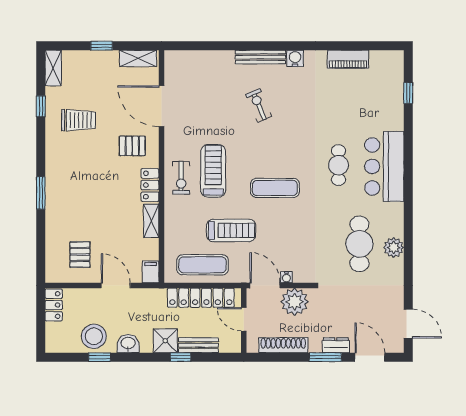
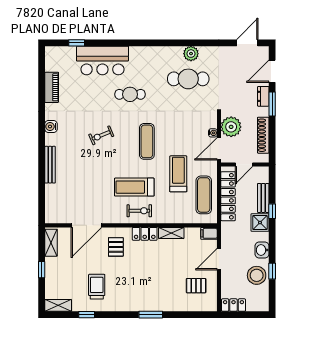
bench: (260, 57) -> (50, 165), moved
exercise bike: (259, 105) -> (101, 135), moved
bar counter: (384, 166) -> (102, 60), moved

